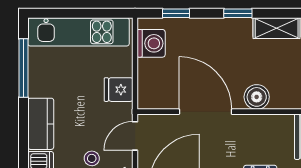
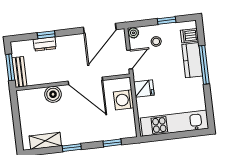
washing machine: (151, 43) -> (124, 100), moved
window: (23, 68) -> (204, 65), moved

